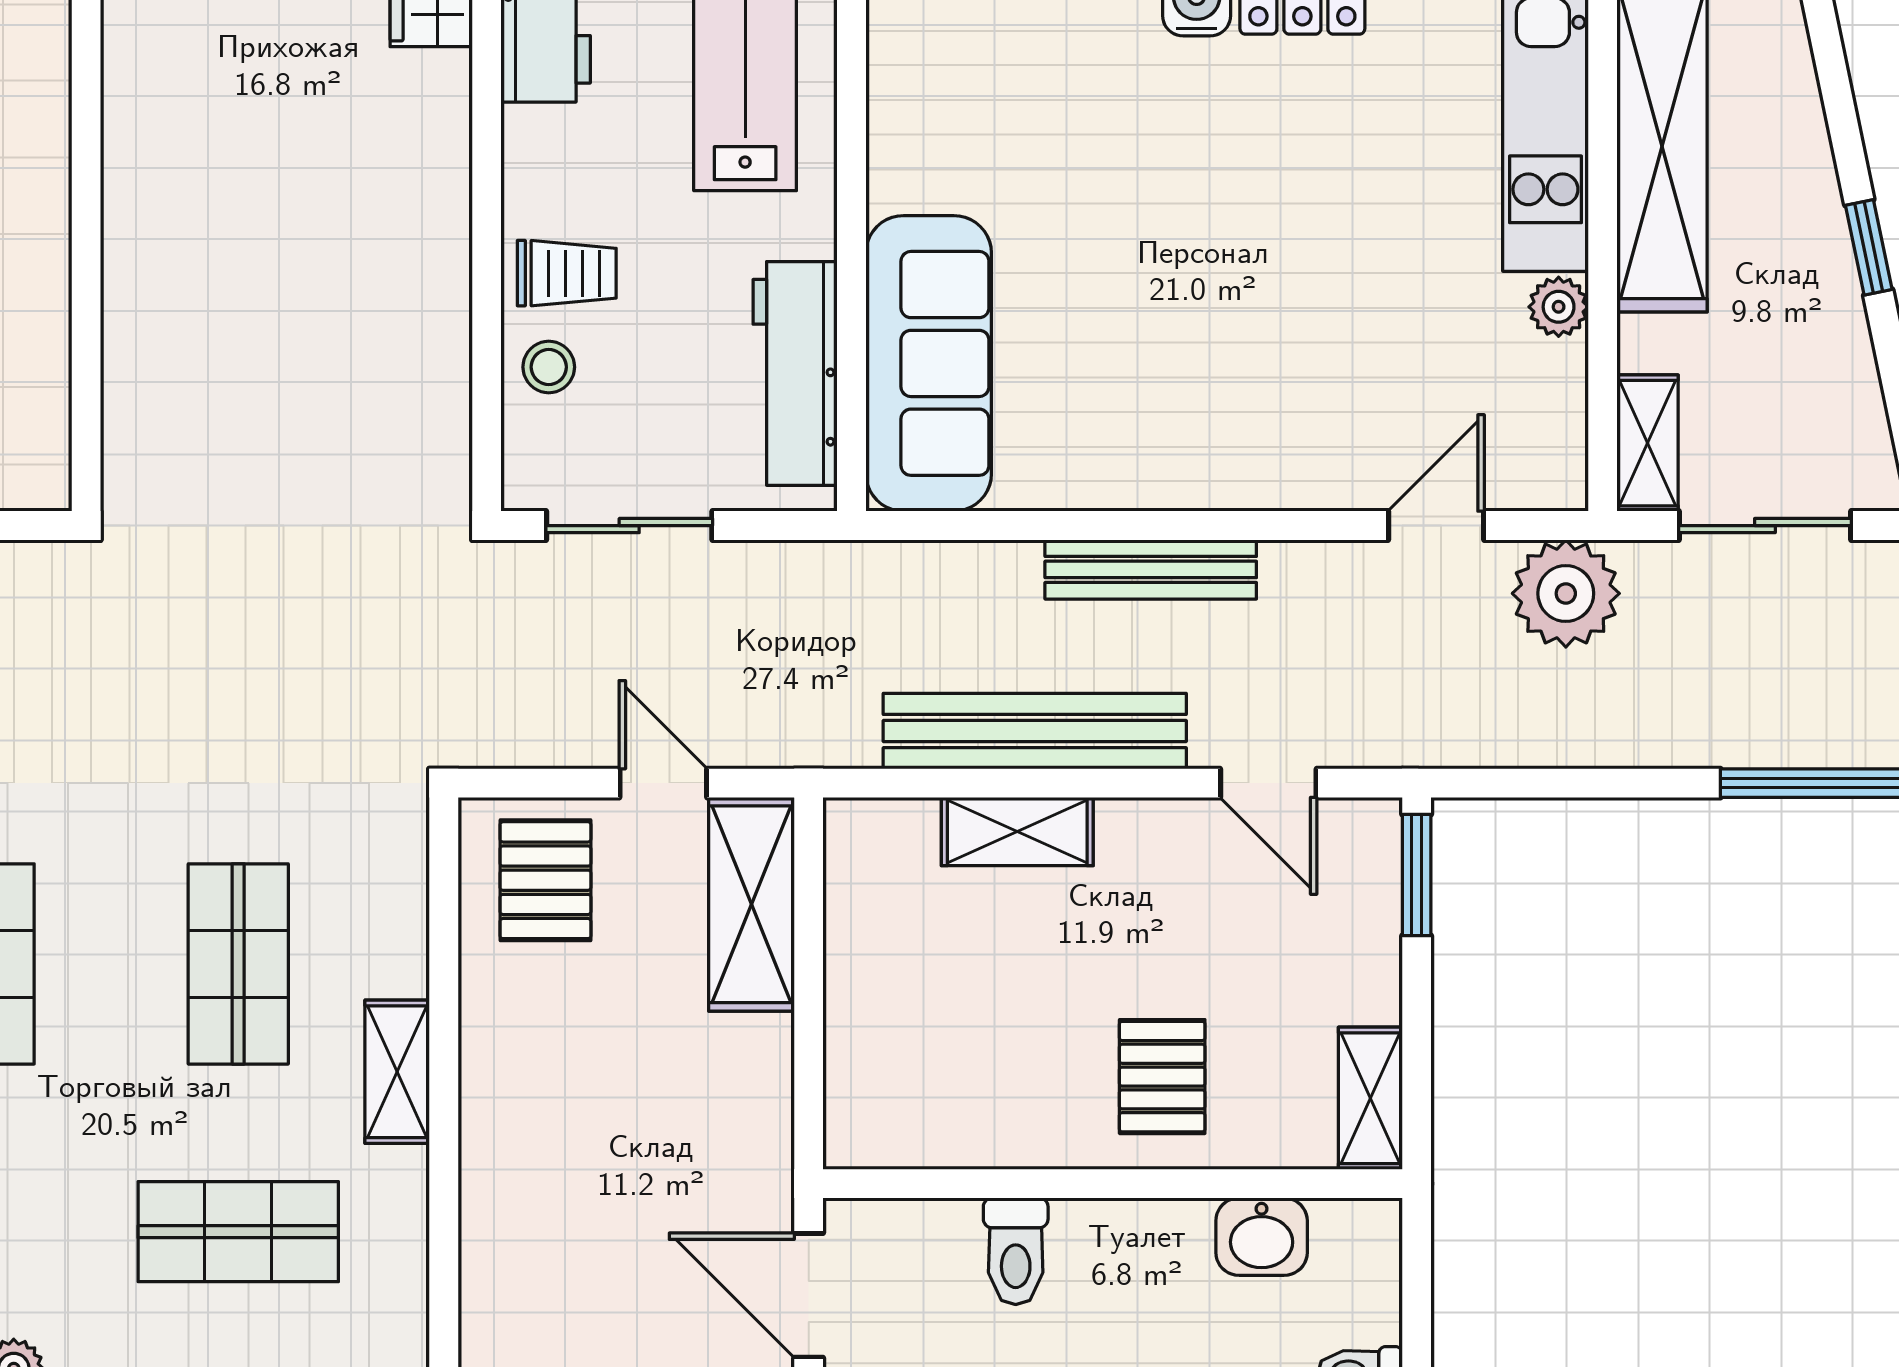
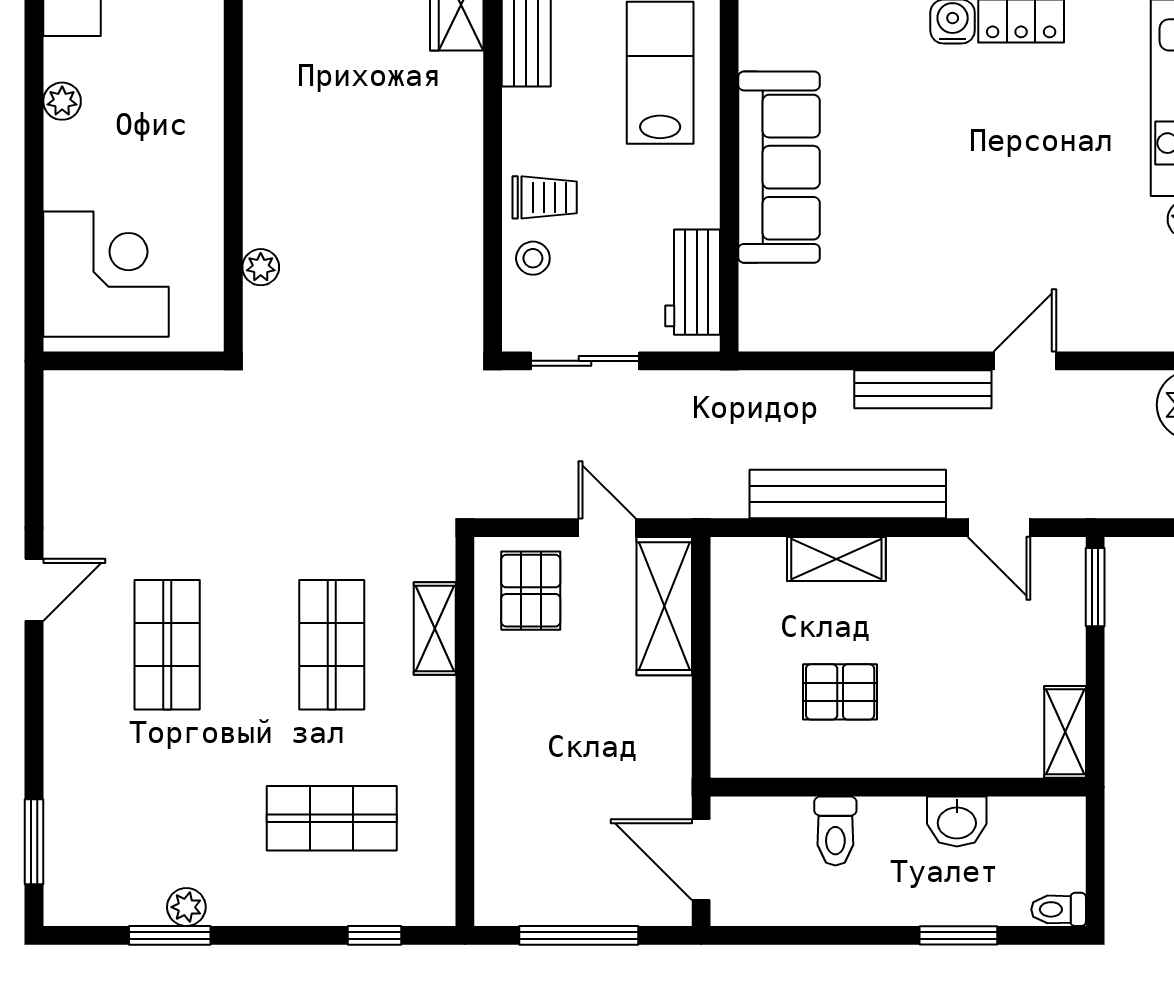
sofa: (929, 363) -> (779, 167), moved
workbench: (795, 373) -> (693, 282), width x0.73
plant: (129, 381) -> (261, 267), added
door: (1436, 526) -> (1025, 361), moved
shelving: (397, 1072) -> (435, 629), moved
pallet: (1162, 1077) -> (840, 692), moved, turned 90
washbasin: (1262, 1237) -> (957, 821), moved

